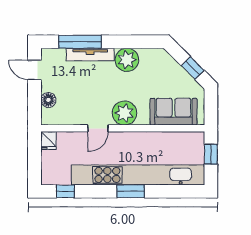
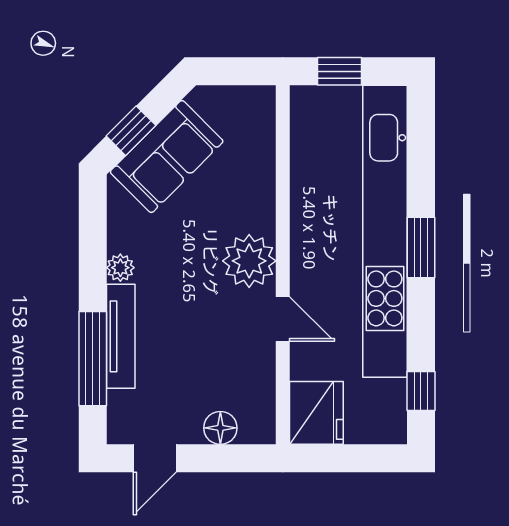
plant: (127, 60) -> (120, 268), width x0.53, depth x0.53
window: (193, 68) -> (131, 131), moved
sofa: (174, 112) -> (167, 157), moved, turned -135
fridge: (48, 141) -> (316, 413), width x1.88, depth x1.34

